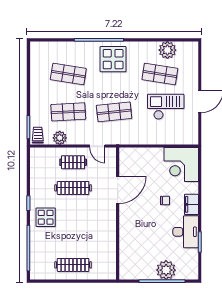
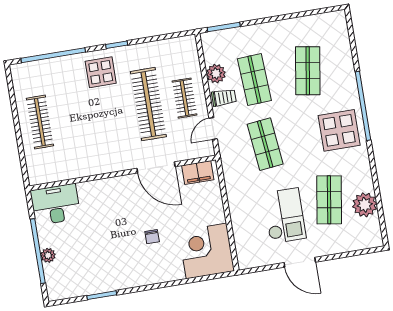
trolley: (38, 135) -> (224, 98), moved
clothes rail: (73, 188) -> (148, 104), width x1.37, depth x1.31
filing cabinet: (191, 204) -> (198, 173), moved, turned 180
desk: (186, 232) -> (55, 204), moved, turned 180
plant: (166, 270) -> (48, 255), width x0.53, depth x0.53

